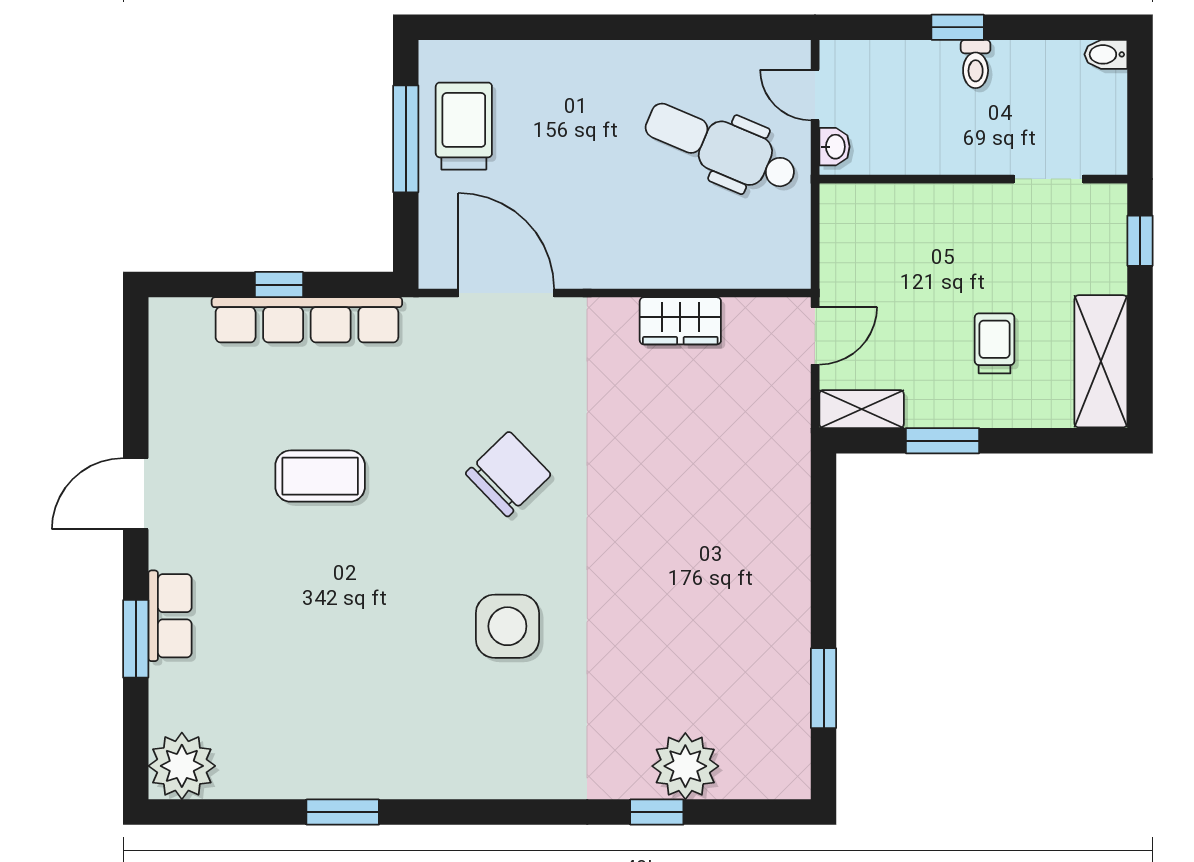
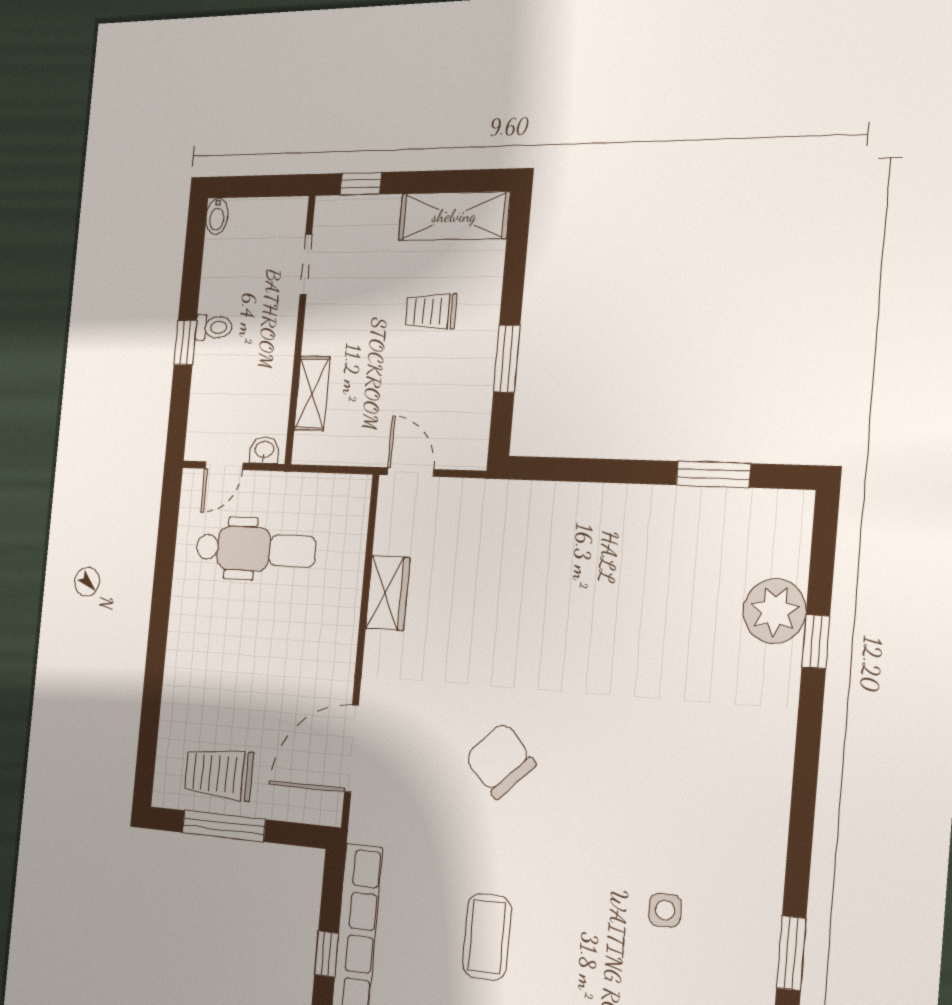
dental chair: (721, 147) -> (255, 549), turned -113
shelving: (862, 409) -> (312, 393), moved
side table: (507, 626) -> (665, 910), moved, width x0.54, depth x0.54

